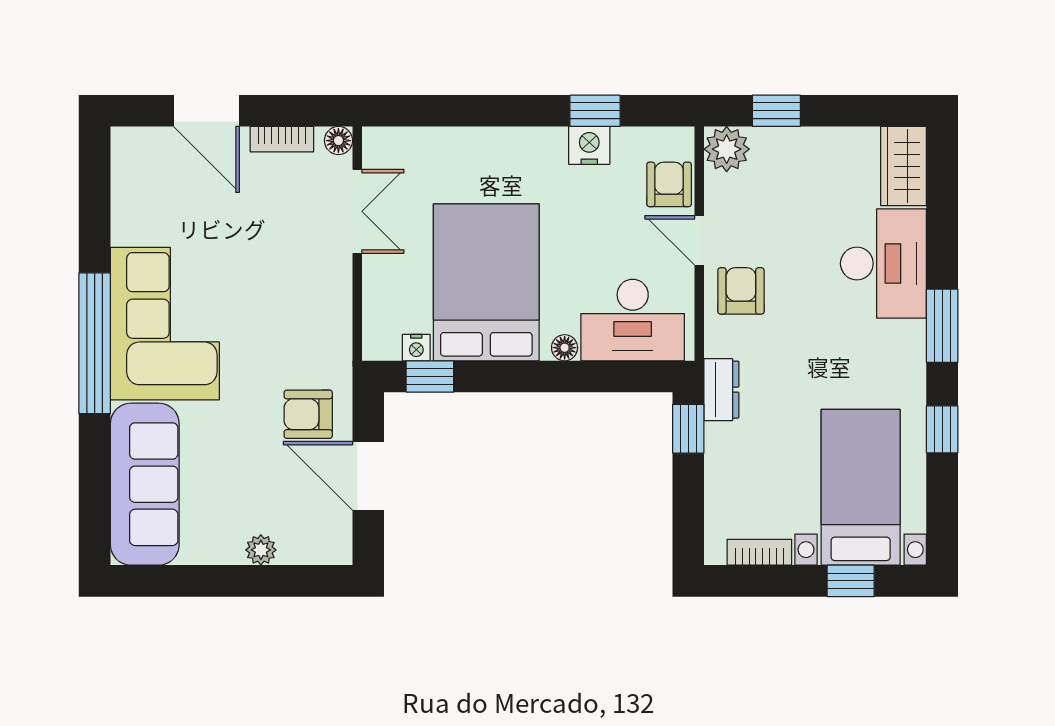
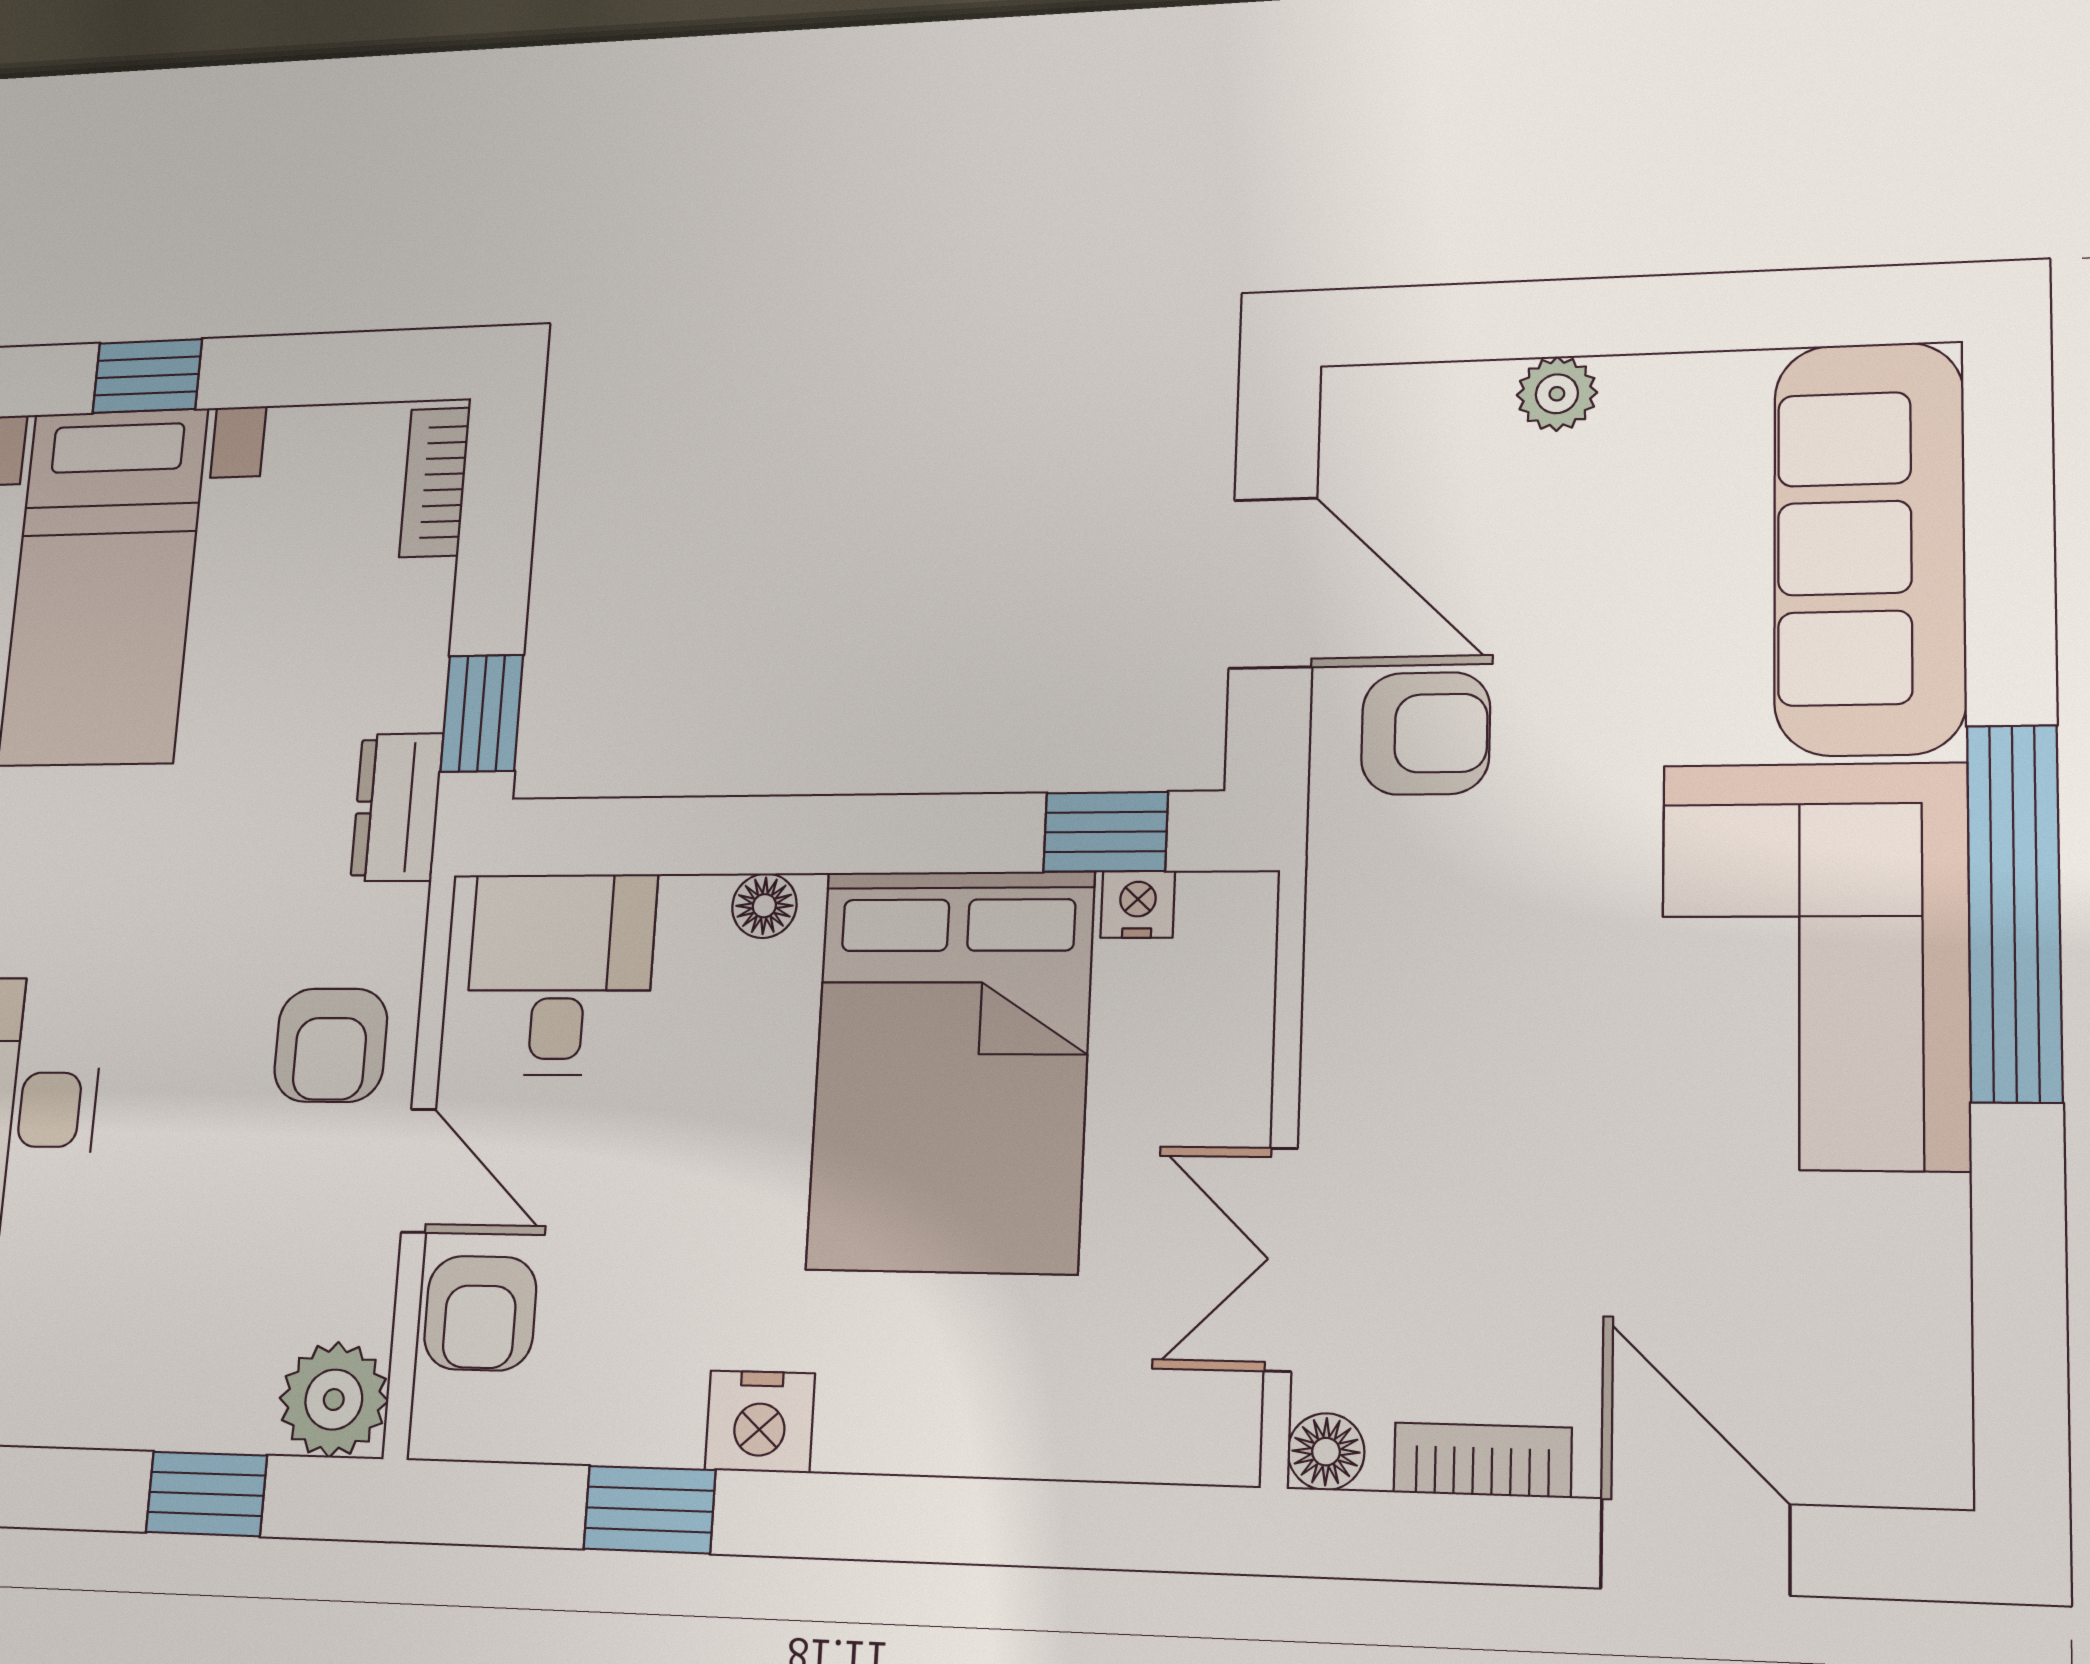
nightstand: (589, 145) -> (760, 1422), moved
desk: (633, 320) -> (560, 974), width x0.73
bookcase: (759, 552) -> (435, 482), moved, turned 90

